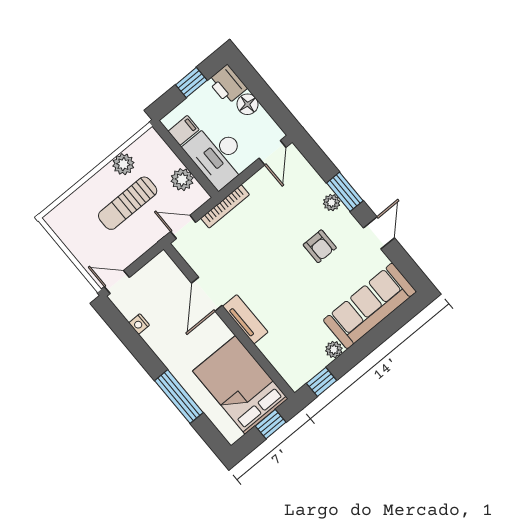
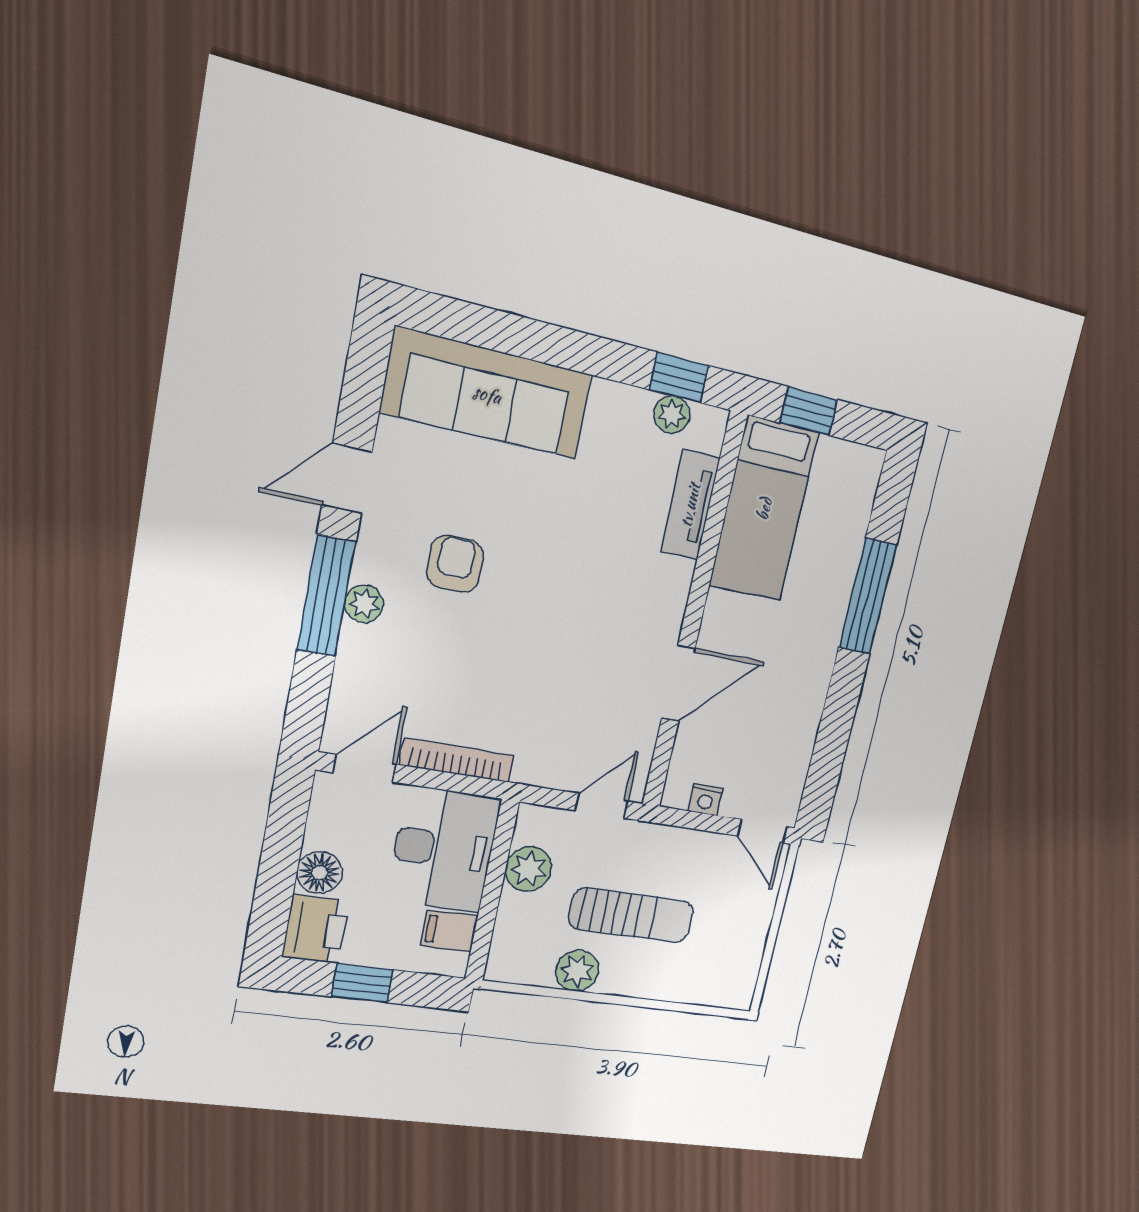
window: (345, 192) -> (326, 596), width x1.44
bookcase: (225, 206) -> (457, 760), moved
door: (183, 227) -> (601, 806), swing flipped
tv unit: (245, 319) -> (690, 505), moved
nightstand: (139, 324) -> (705, 800), moved, turned 90
plant: (334, 350) -> (672, 415), moved
bed: (240, 385) -> (764, 509), width x0.67

